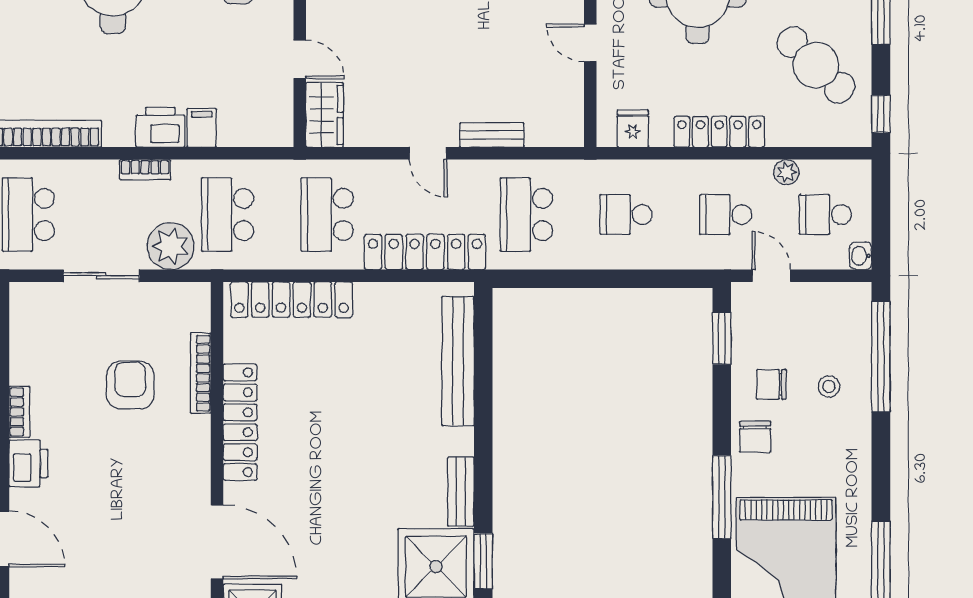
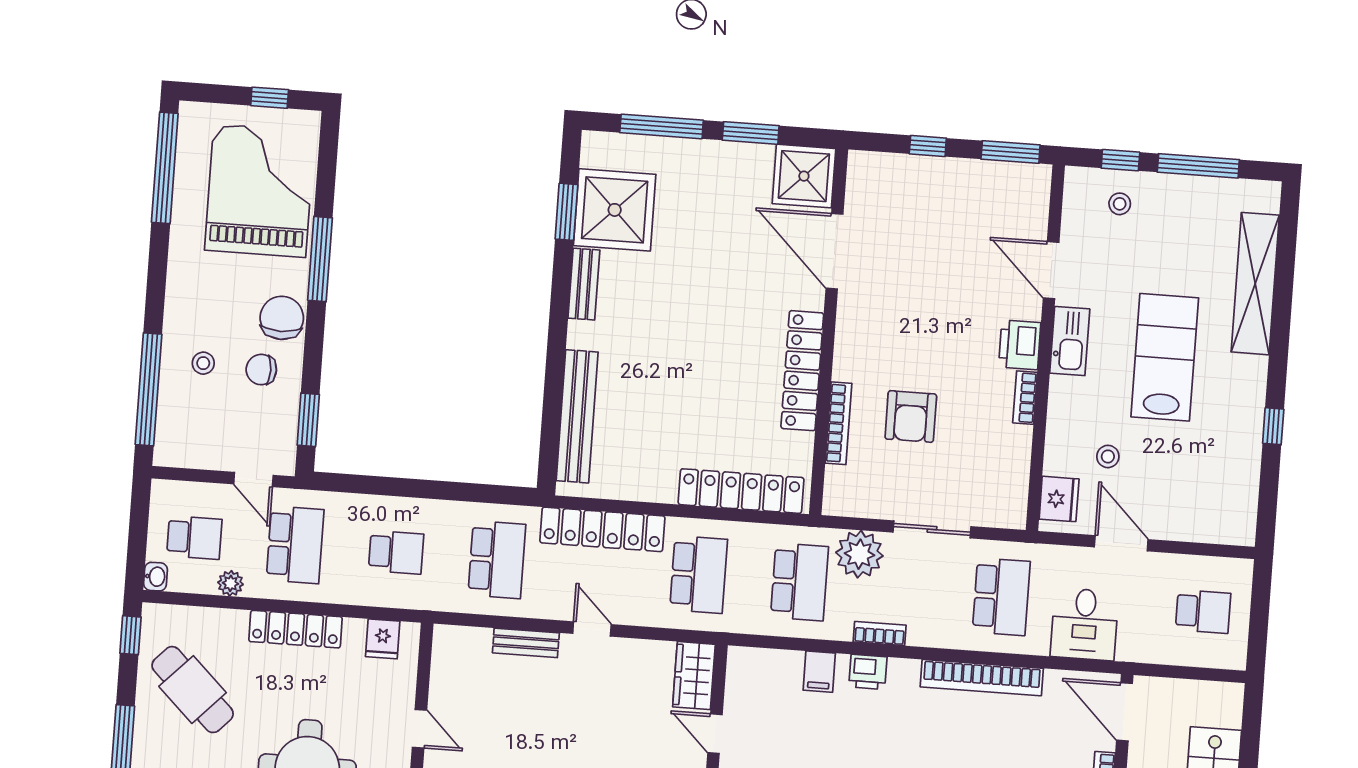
printer: (160, 127) -> (868, 672), width x0.73, depth x0.81
school desk: (726, 215) -> (295, 545), width x1.85
washbasin: (861, 256) -> (155, 577), moved
chair: (772, 384) -> (261, 370), turned 180
chair: (755, 437) -> (282, 318), width x1.37, depth x1.37

